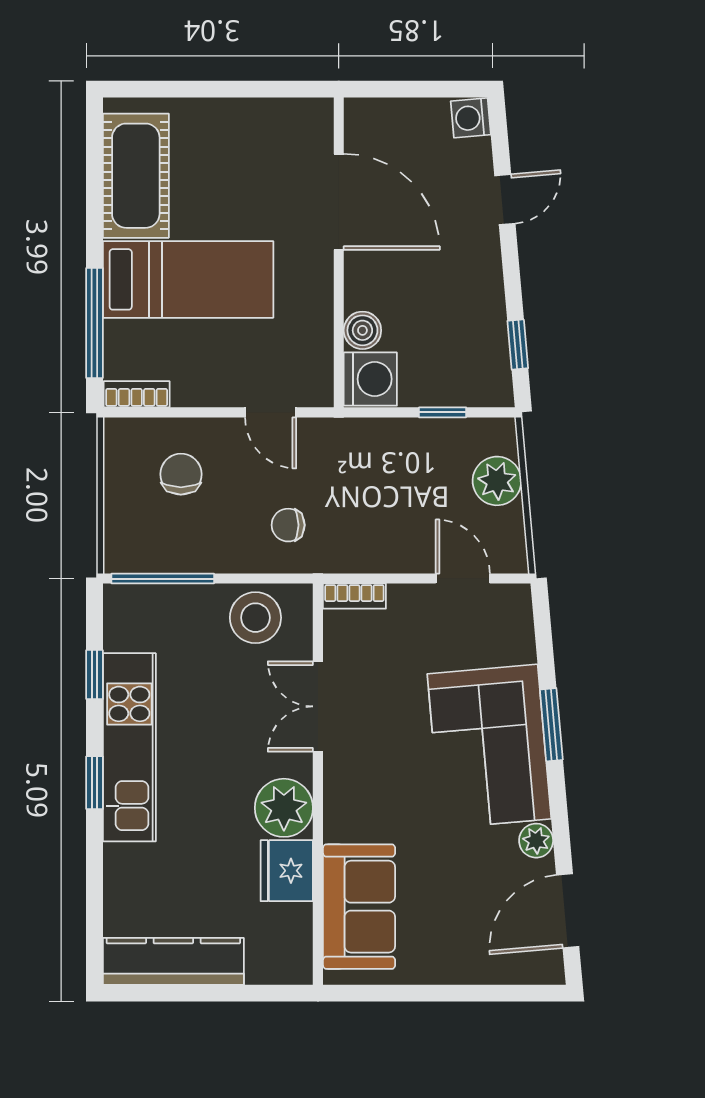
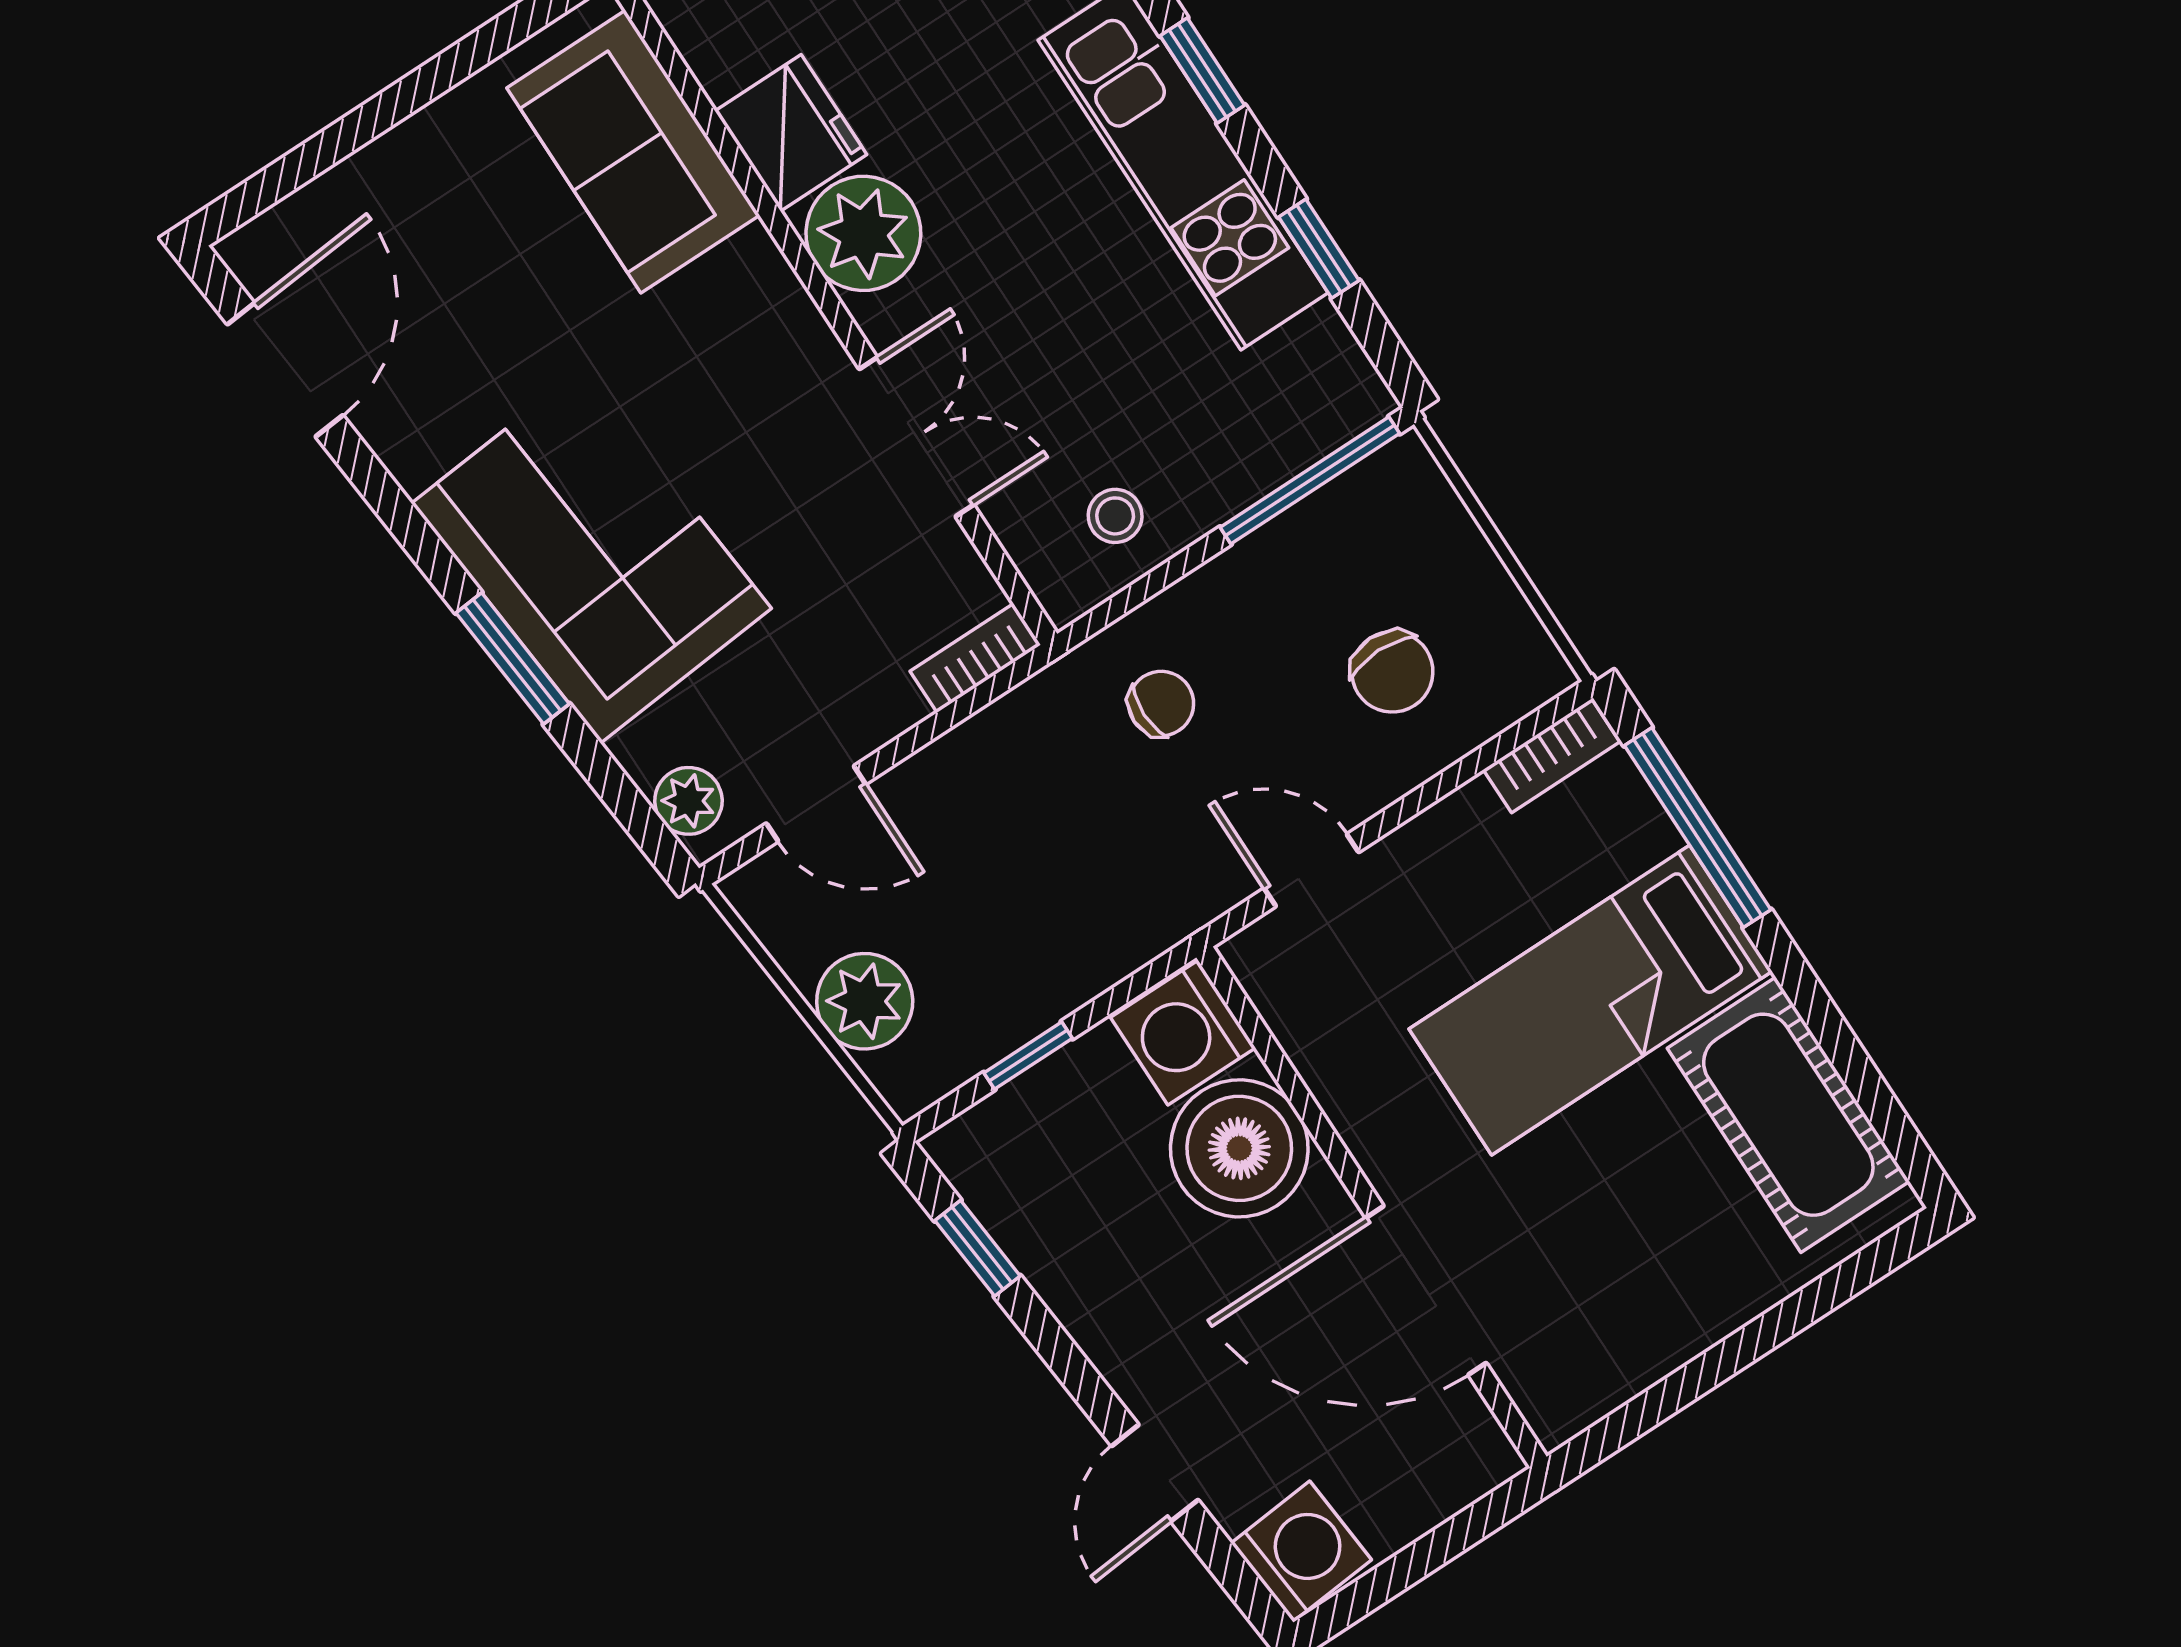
washing machine: (471, 118) -> (1301, 1551), width x1.38, depth x1.38
boiler: (362, 330) -> (1239, 1148), width x1.86, depth x1.86
stool: (255, 618) -> (1115, 516), width x0.53, depth x0.53
plant: (536, 841) -> (688, 801), moved

